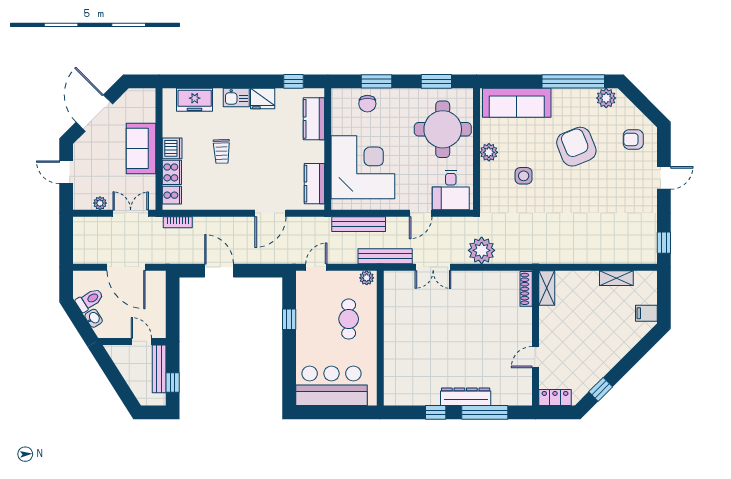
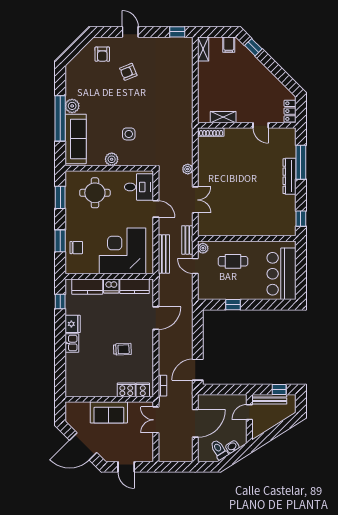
window: (573, 81) -> (60, 118), moved
plant: (606, 98) -> (72, 106), moved
freezer: (195, 100) -> (73, 373), removed
round table: (443, 129) -> (95, 193), width x0.73, depth x0.73
armchair: (576, 147) -> (128, 72), moved, width x0.53, depth x0.53
dishwasher: (172, 148) -> (111, 286), moved, turned 180
trolley: (222, 151) -> (122, 349), moved
door: (66, 172) -> (126, 467), hinge flipped
plant: (100, 203) -> (149, 442), removed
door: (270, 213) -> (156, 318), hinge flipped
plant: (482, 250) -> (188, 169), width x0.53, depth x0.53
bench: (385, 256) -> (187, 240), width x0.73
door: (316, 267) -> (195, 266), moved
door: (219, 271) -> (198, 370), moved
shelving: (616, 278) -> (203, 49), moved
shelving: (547, 288) -> (223, 117), moved
window: (601, 389) -> (253, 47), moved
window: (436, 412) -> (301, 219), moved

